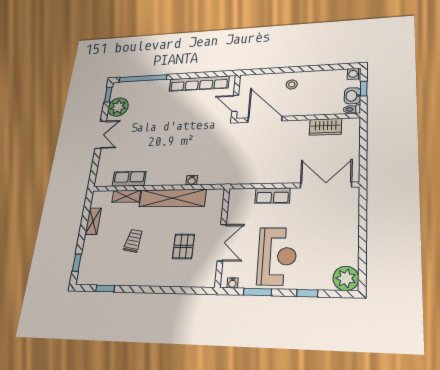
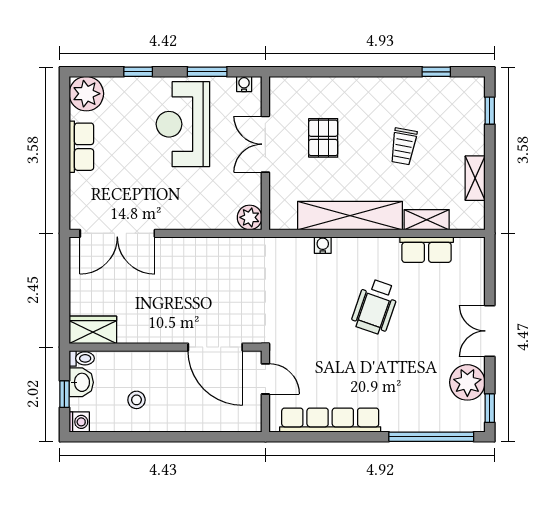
stool: (292, 84) -> (136, 400), moved
wardrobe: (325, 127) -> (93, 330), moved
wheelchair: (165, 146) -> (375, 307), added
plant: (237, 196) -> (250, 217), added
row of seats: (273, 196) -> (81, 147), moved, turned 90

